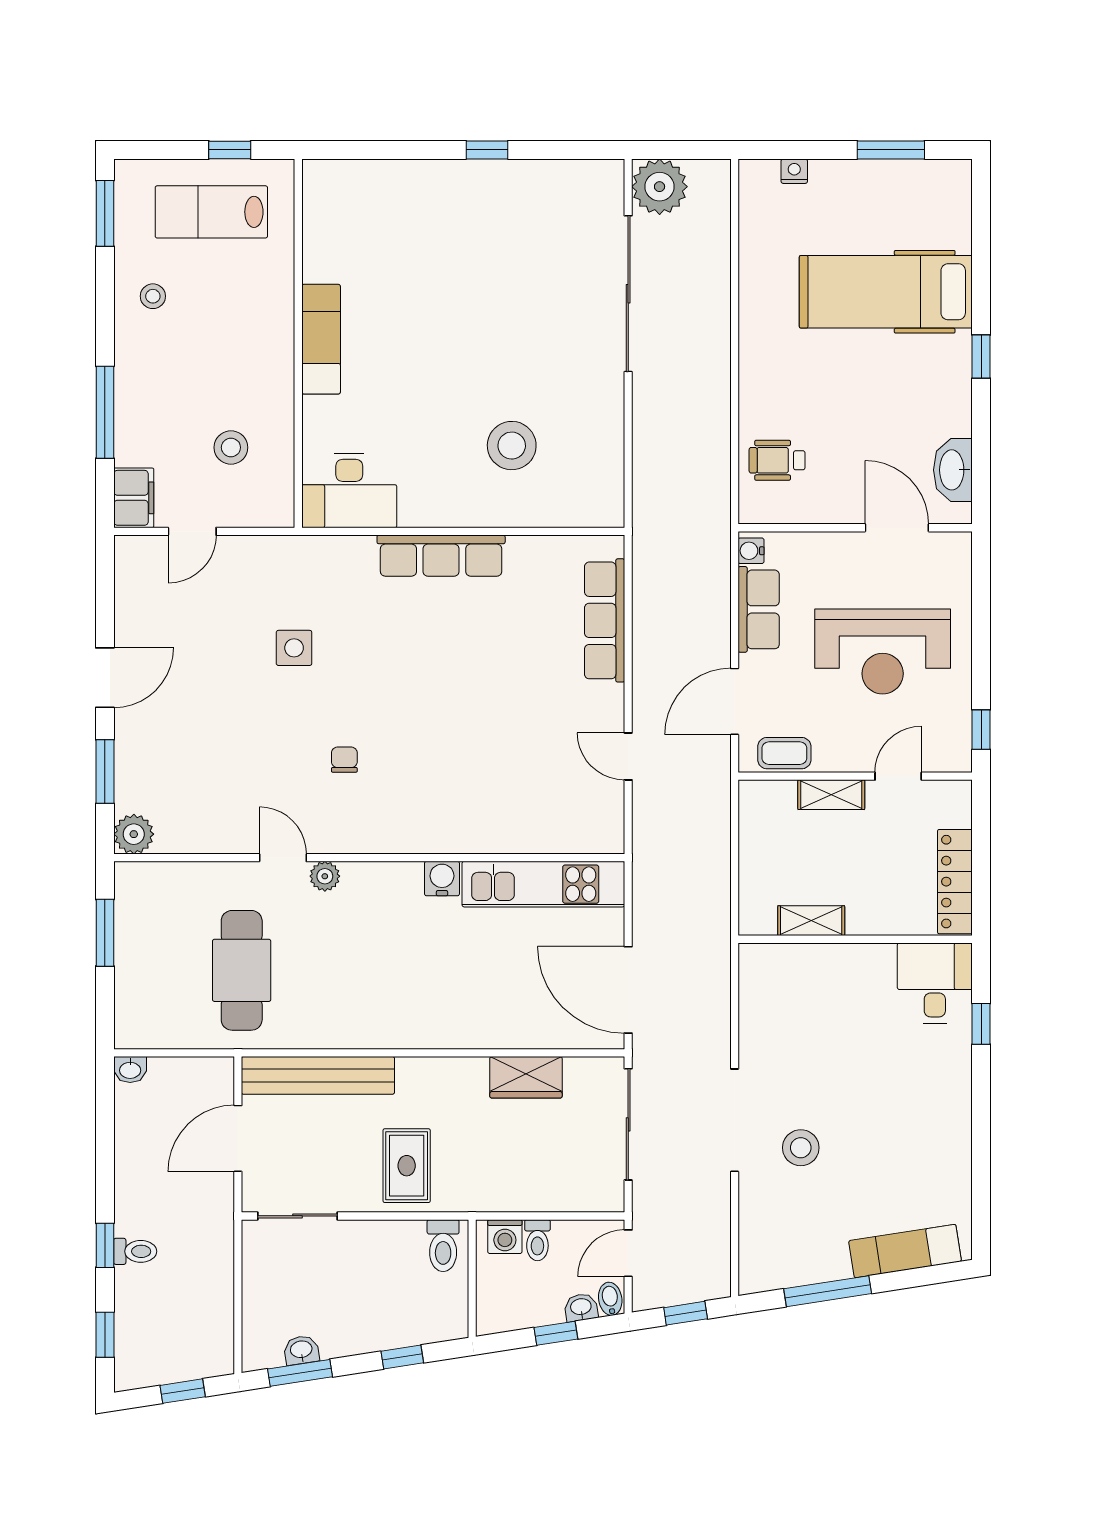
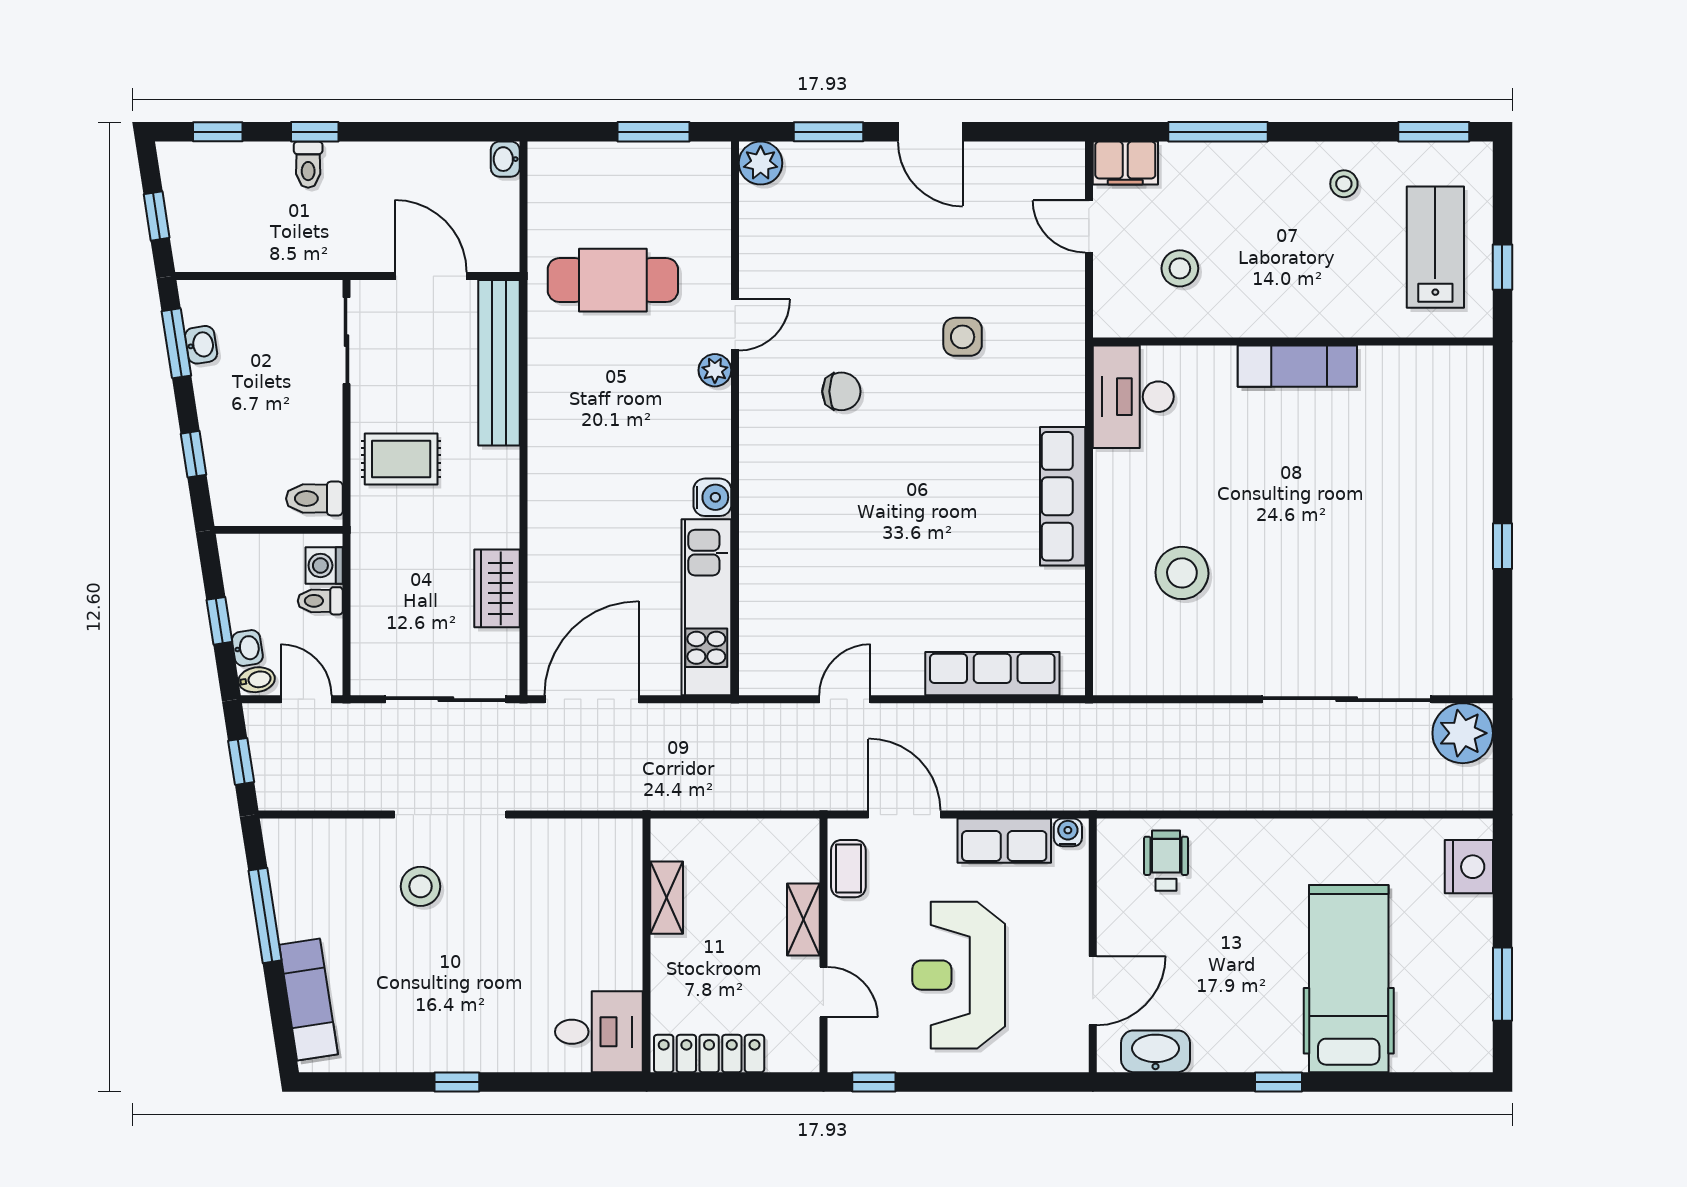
nightstand: (794, 171) -> (1469, 867), width x1.89, depth x1.79
chair: (344, 760) -> (841, 391), width x1.37, depth x1.37
window: (981, 1024) -> (457, 1082), moved

